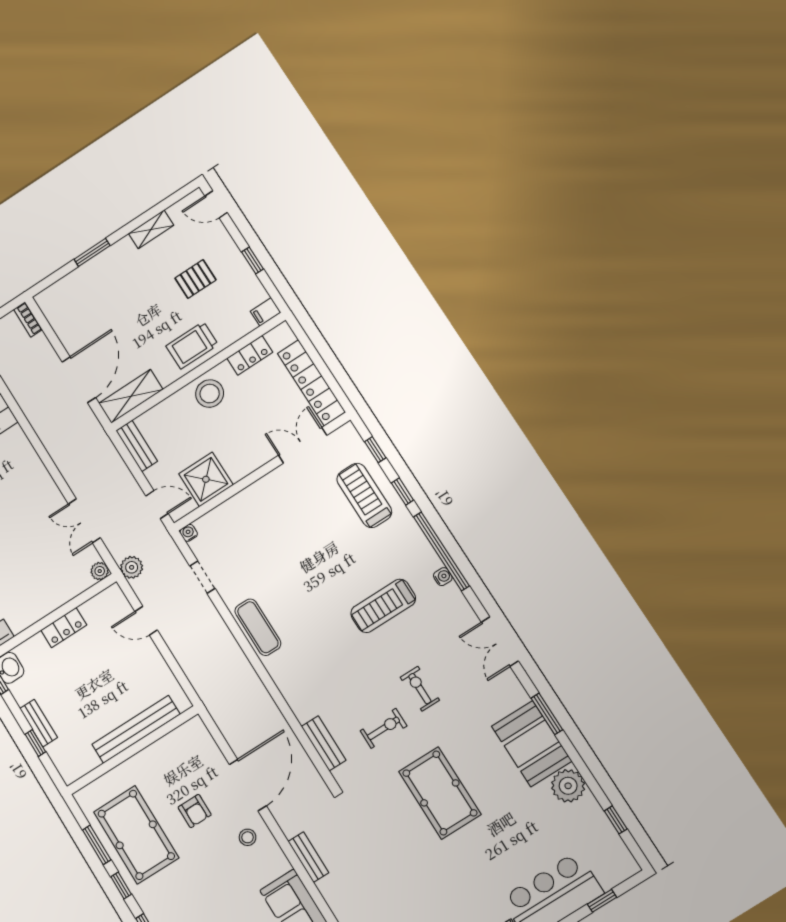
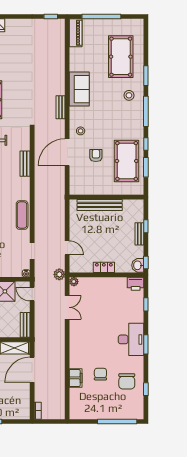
bench: (324, 743) -> (25, 164), moved

